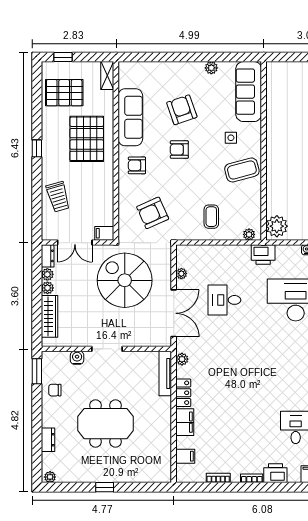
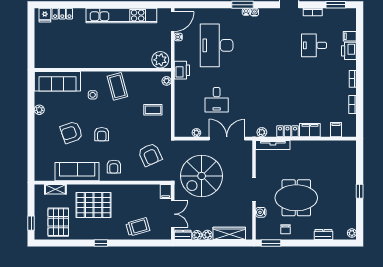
shelving: (107, 76) -> (55, 189), moved
meeting table: (105, 424) -> (296, 198), moved, turned 90
printer: (275, 473) -> (349, 51), moved

